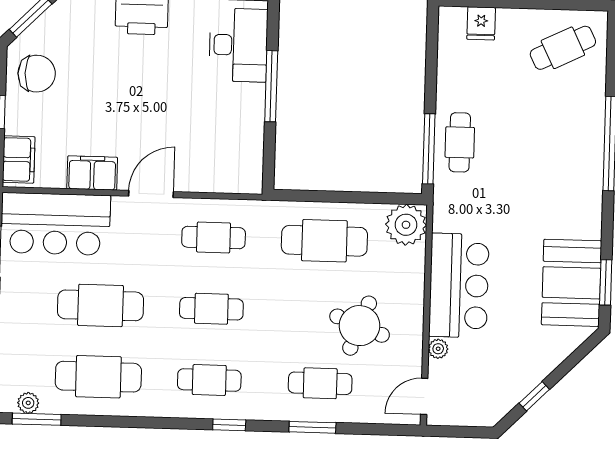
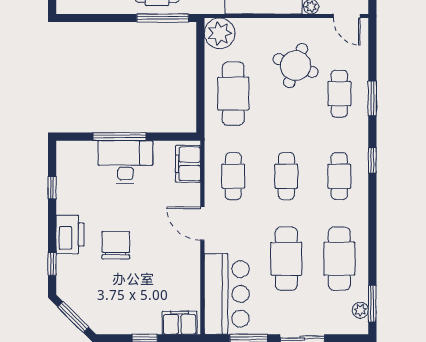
desk: (238, 45) -> (125, 162), moved
chair: (37, 74) -> (116, 245), moved
filing cabinet: (92, 173) -> (188, 164), moved

